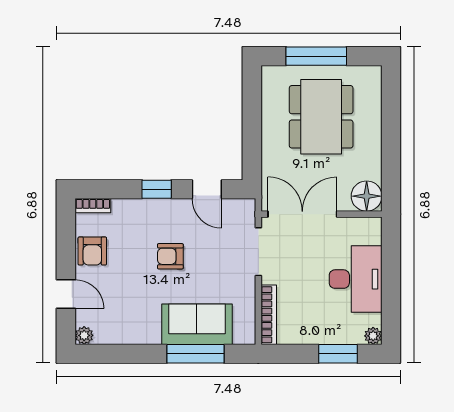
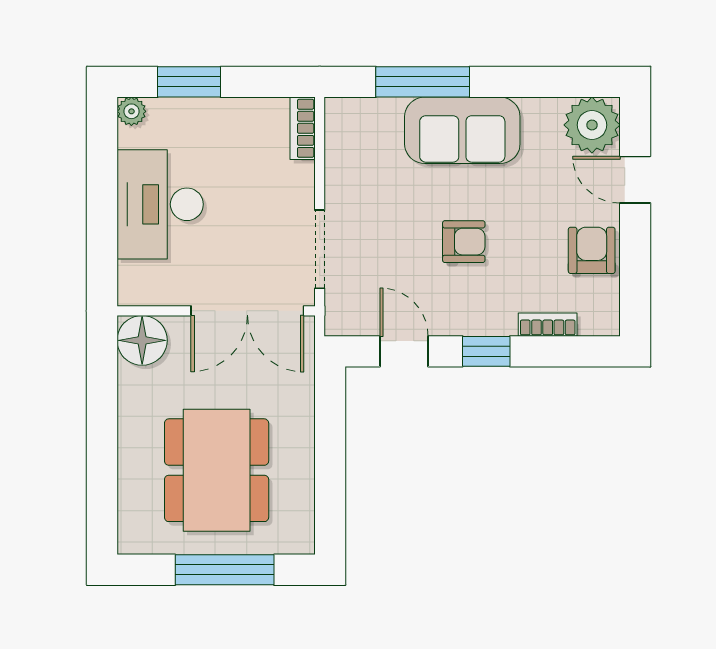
bookcase: (93, 206) -> (548, 325), moved
bookcase: (269, 315) -> (303, 128), width x0.64
sofa: (197, 324) -> (462, 130), moved
plant: (84, 335) -> (592, 125), width x1.88, depth x1.88

